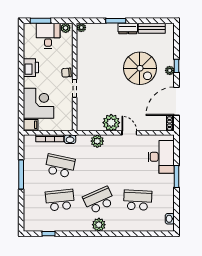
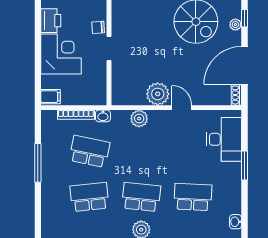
corner desk: (39, 103) -> (61, 54), moved
school desk: (99, 200) -> (141, 197), turned 30

